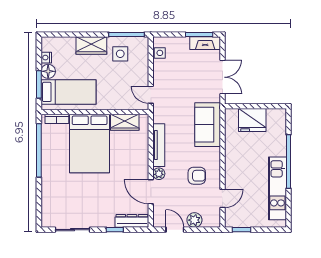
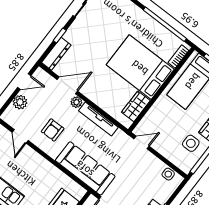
sofa: (208, 125) -> (85, 168), width x1.36

